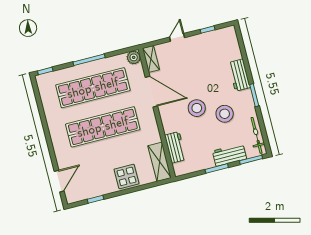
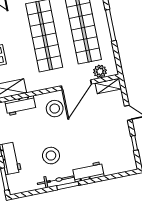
plant: (134, 57) -> (100, 71), moved
stool: (197, 108) -> (55, 109), moved
bicycle: (257, 135) -> (55, 180), moved

